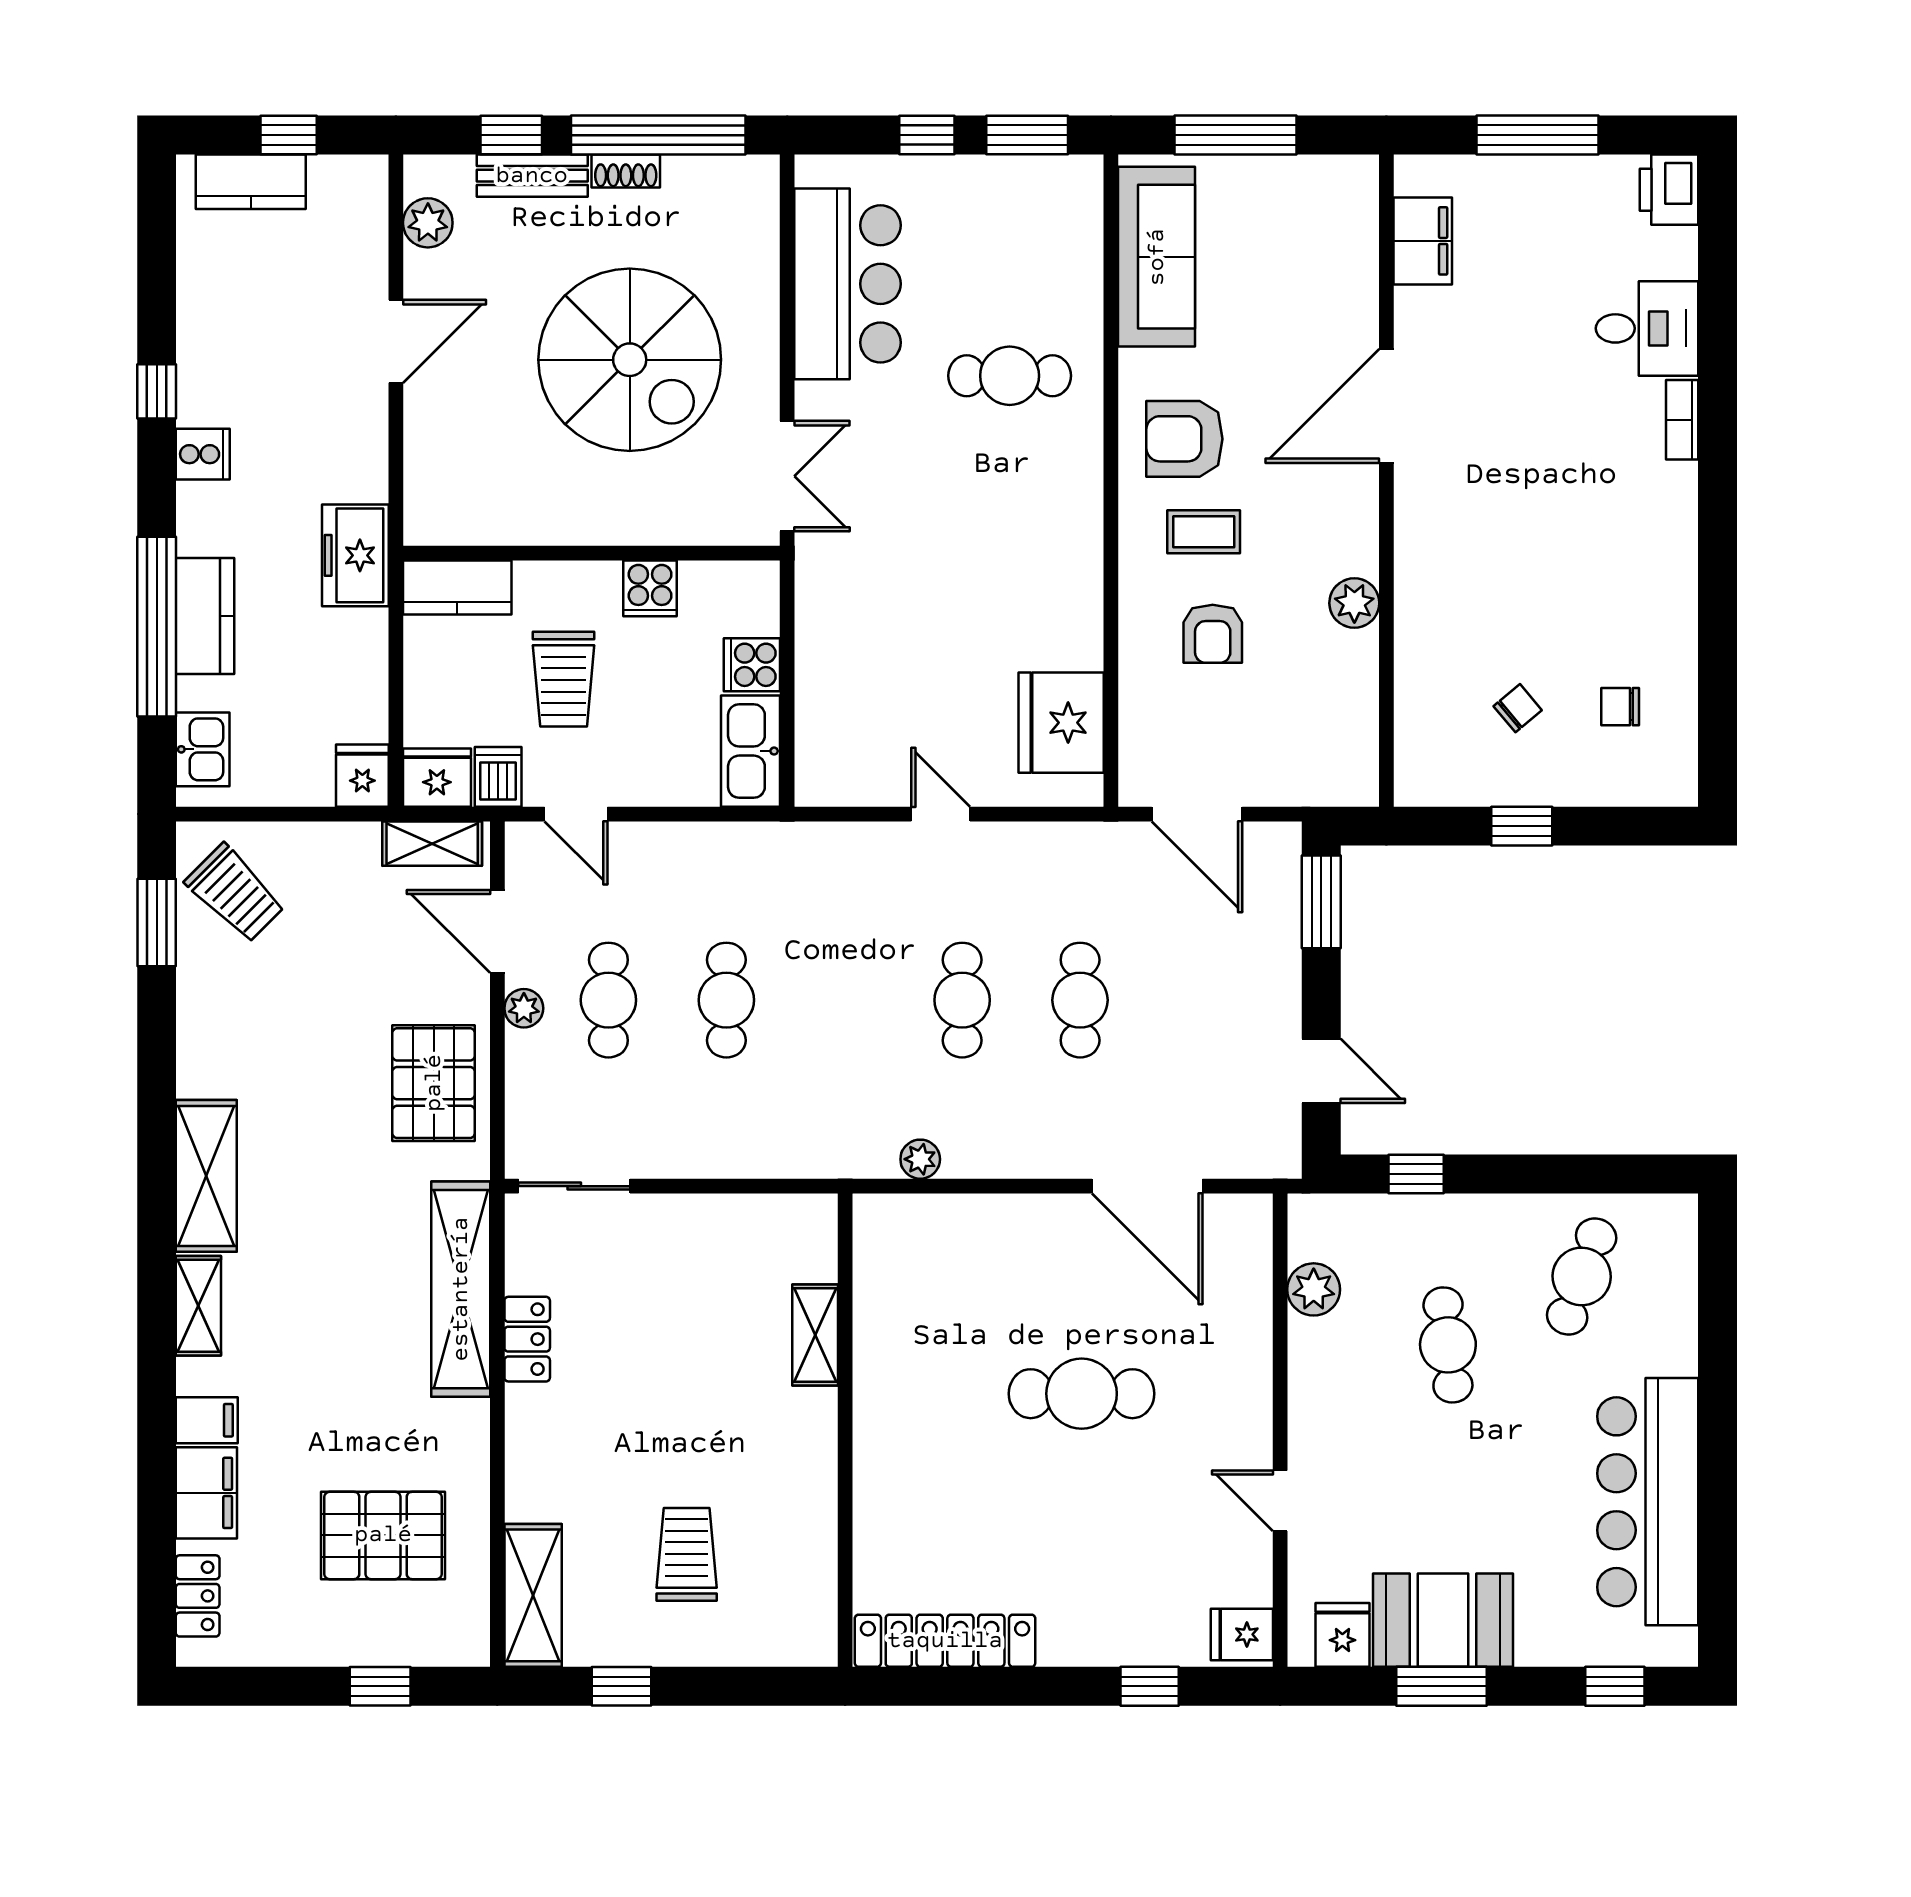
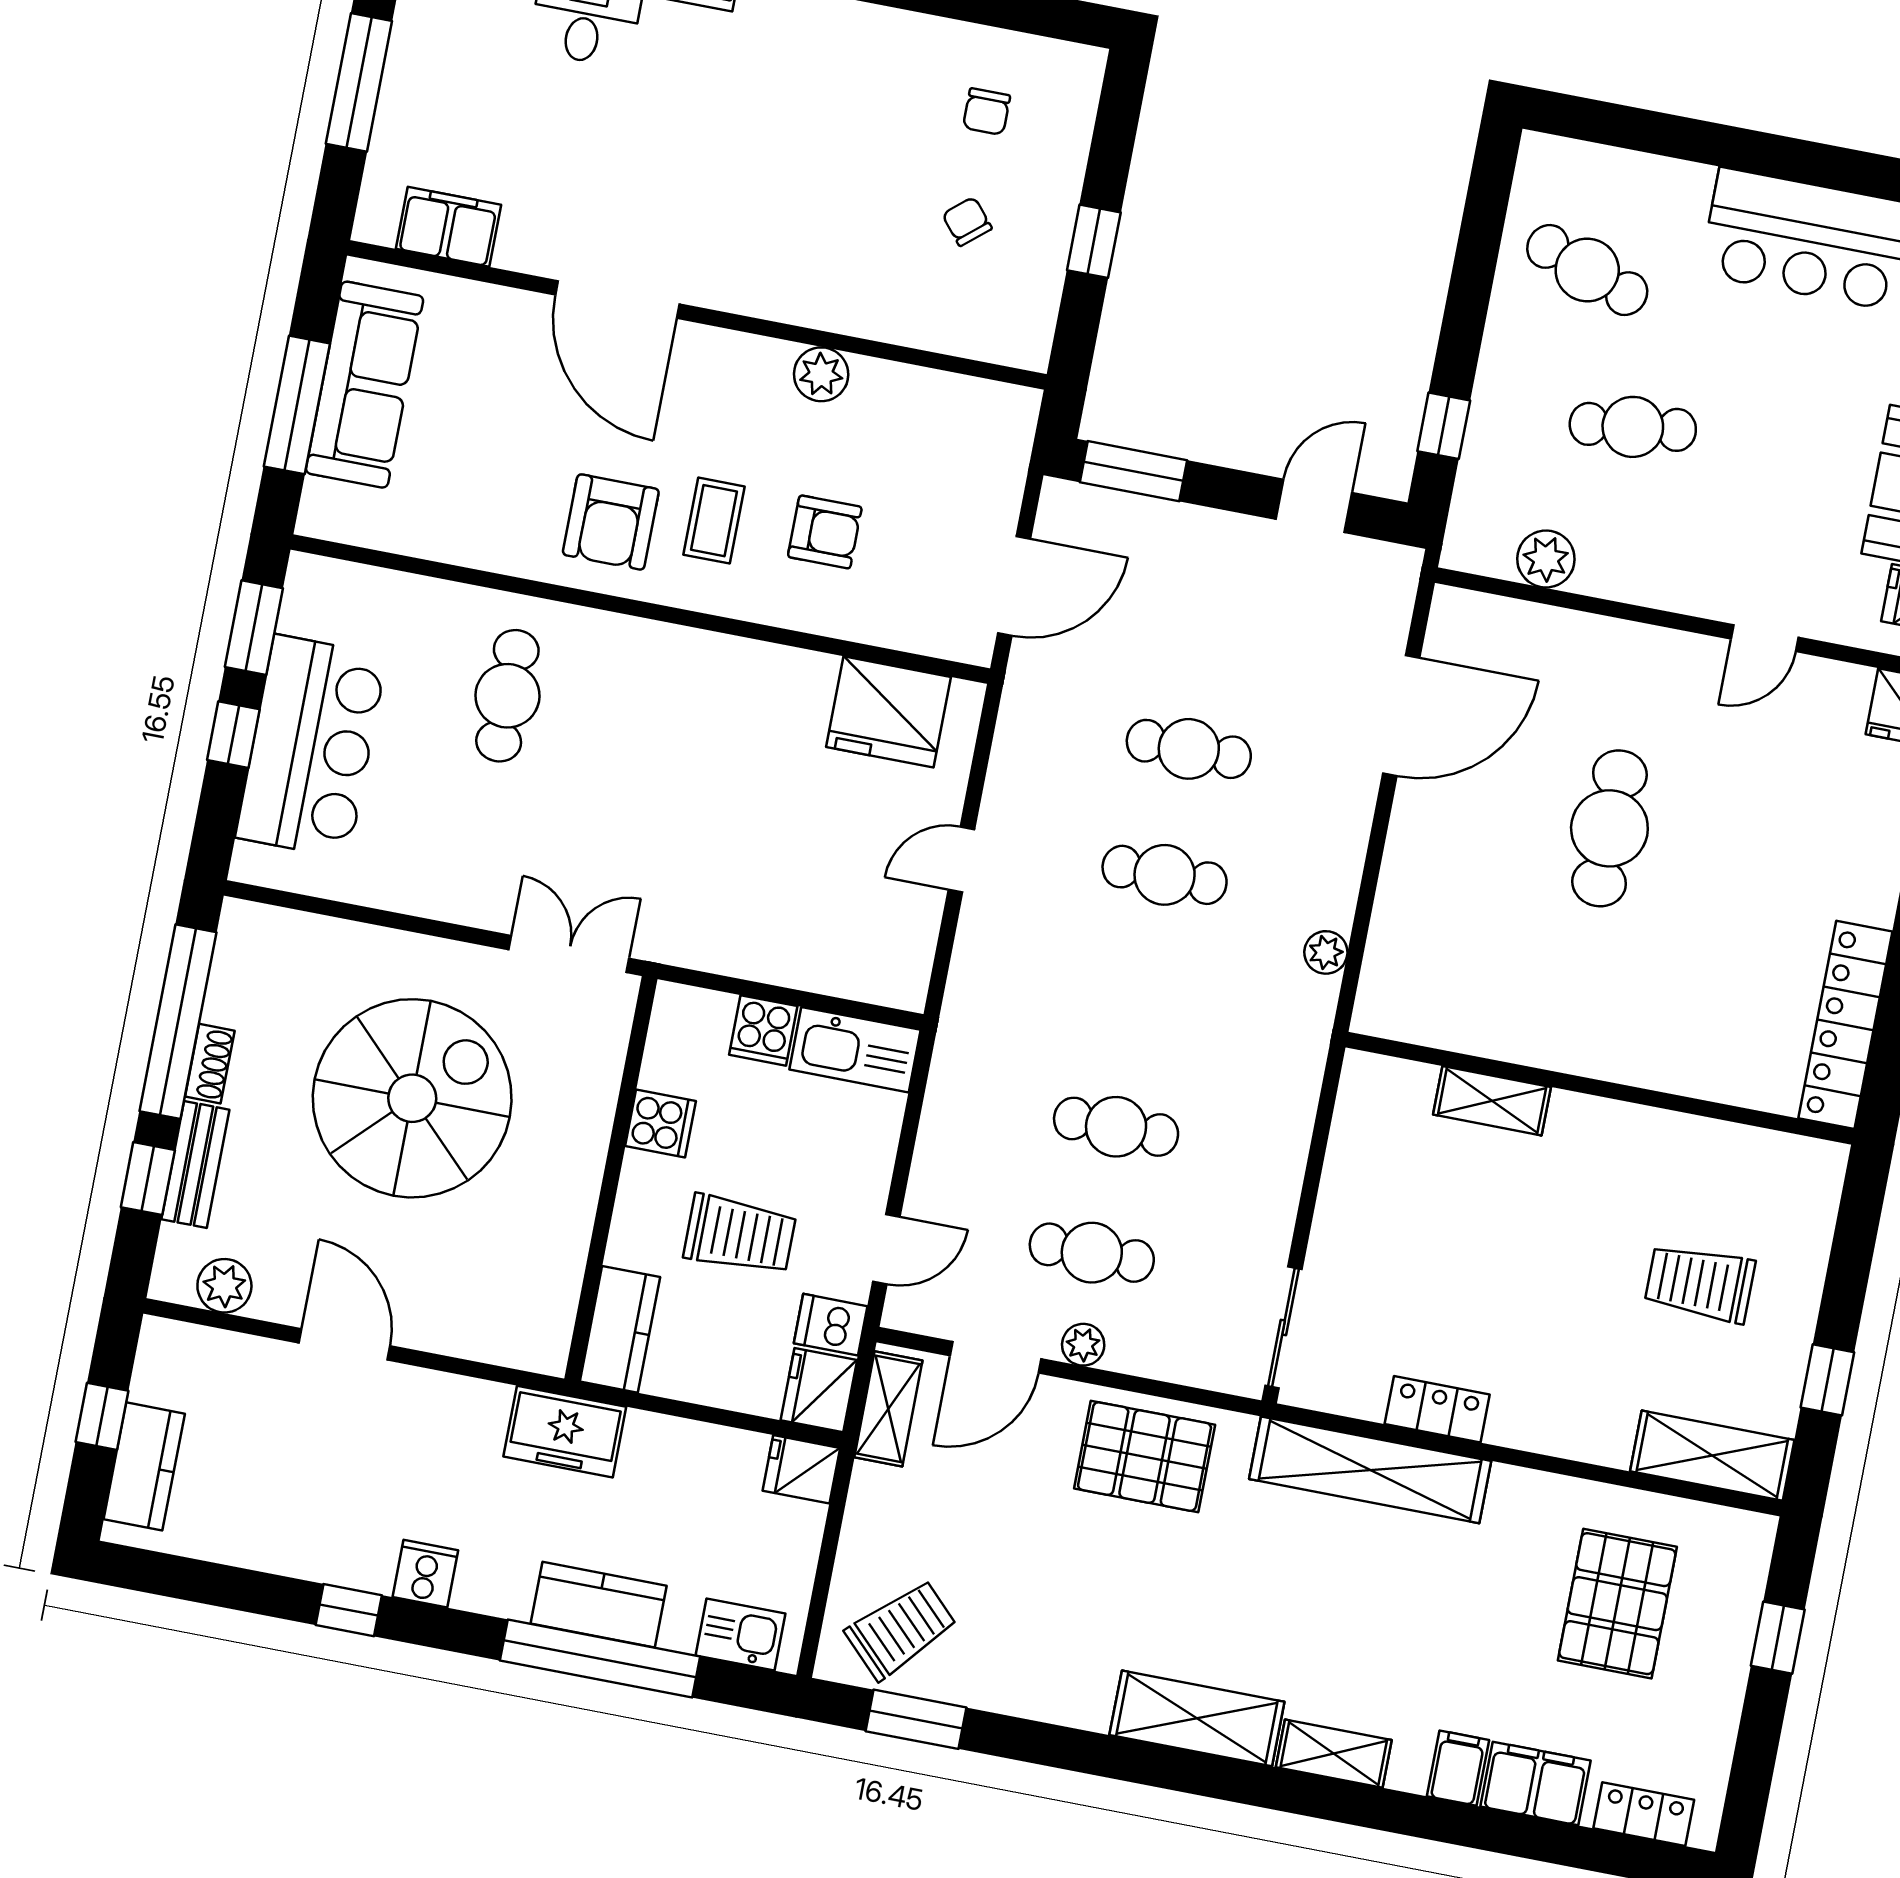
sofa: (1157, 257) -> (365, 385), moved, turned 90
bar counter: (848, 284) -> (311, 746), moved, turned 90

